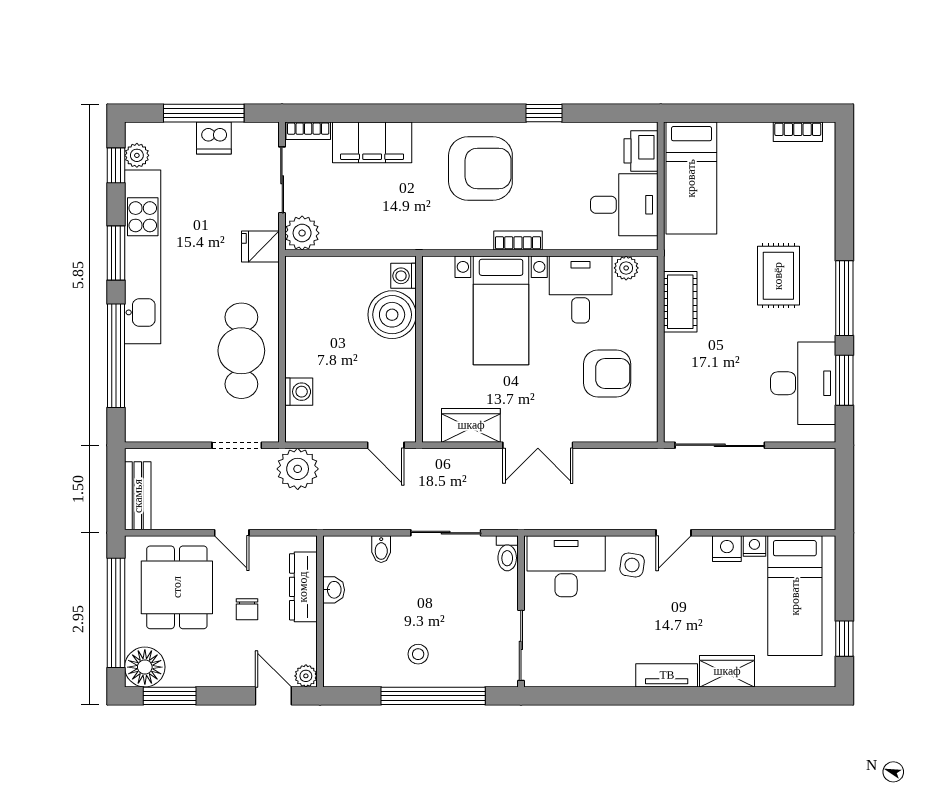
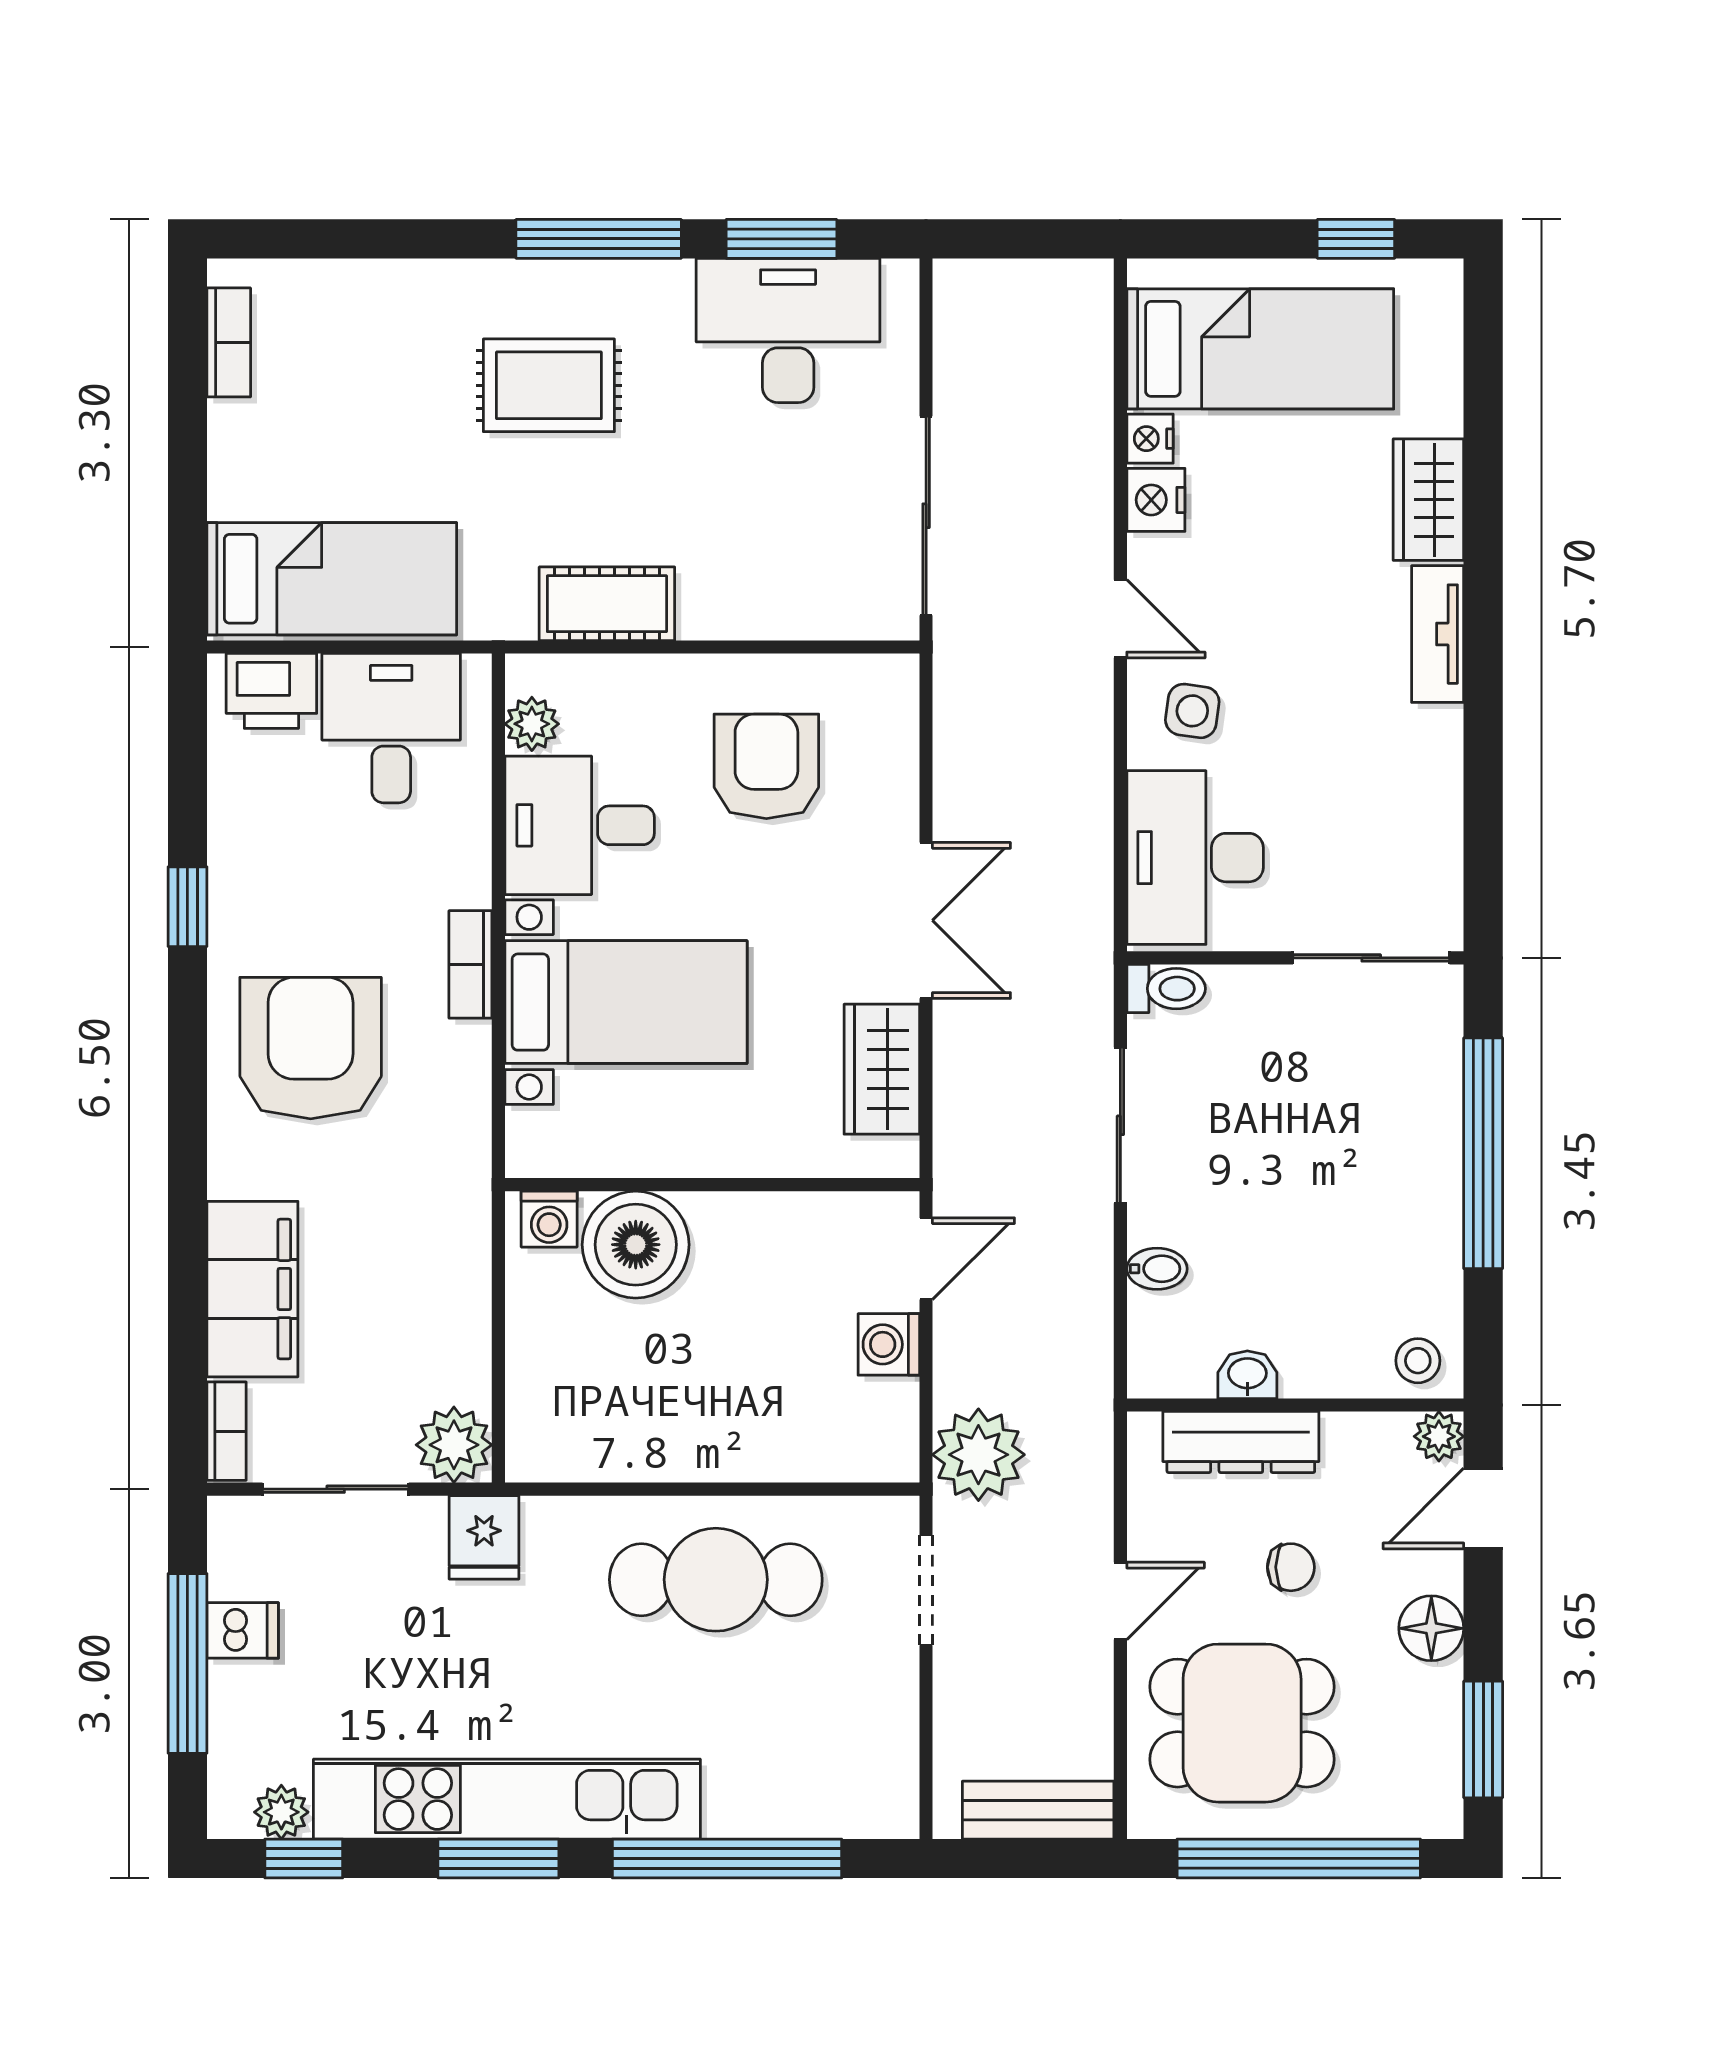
dishwasher: (214, 138) -> (243, 1630), width x0.73
washing machine: (299, 392) -> (889, 1344), moved, turned -90
stool: (418, 654) -> (1418, 1361), moved
floor lamp: (145, 667) -> (1431, 1628), moved, width x0.73, depth x0.73

